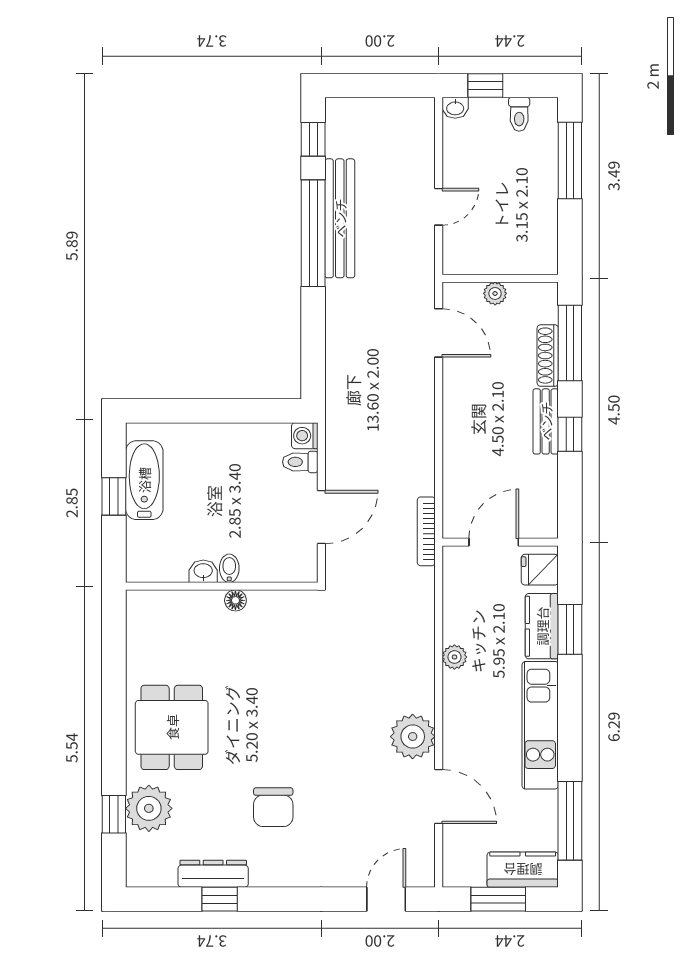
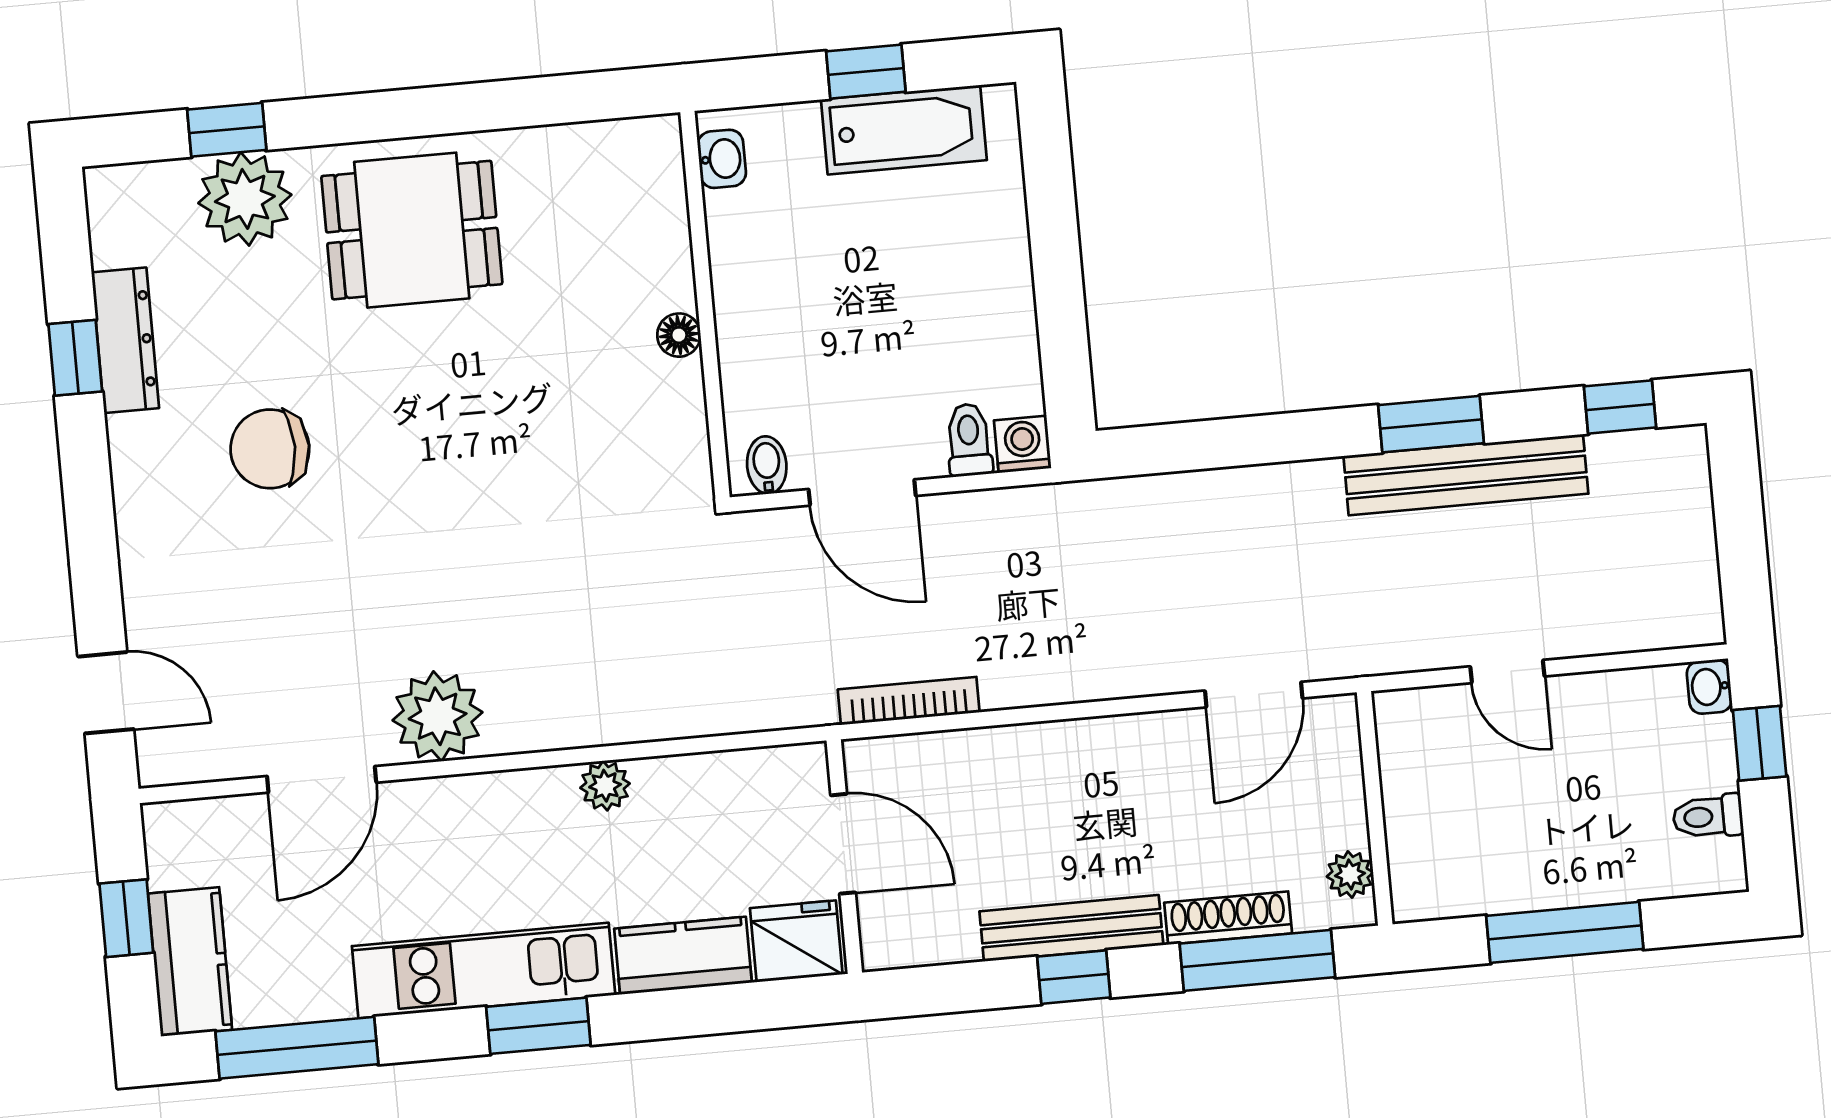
window: (570, 160) -> (1565, 932), moved
window: (313, 233) -> (1431, 424), width x0.47
plant: (495, 293) -> (1350, 875), moved
bench: (546, 421) -> (1071, 928), width x1.36
bookcase: (426, 531) -> (909, 701), moved
bidet: (229, 568) -> (767, 465), moved, turned -90
fridge: (540, 570) -> (796, 941), width x1.38
washbasin: (203, 571) -> (722, 159), moved
window: (570, 629) -> (538, 1026), moved
window: (498, 899) -> (126, 918), width x0.67

